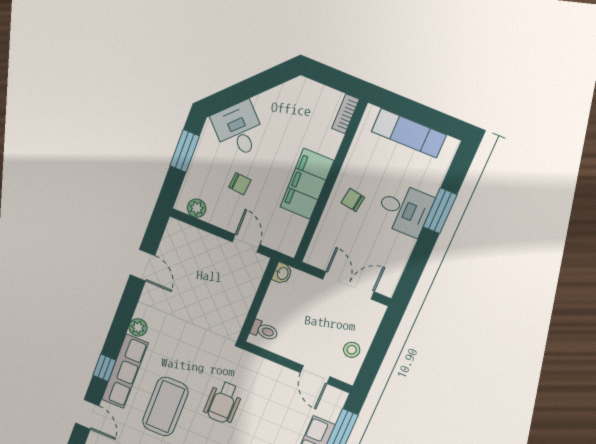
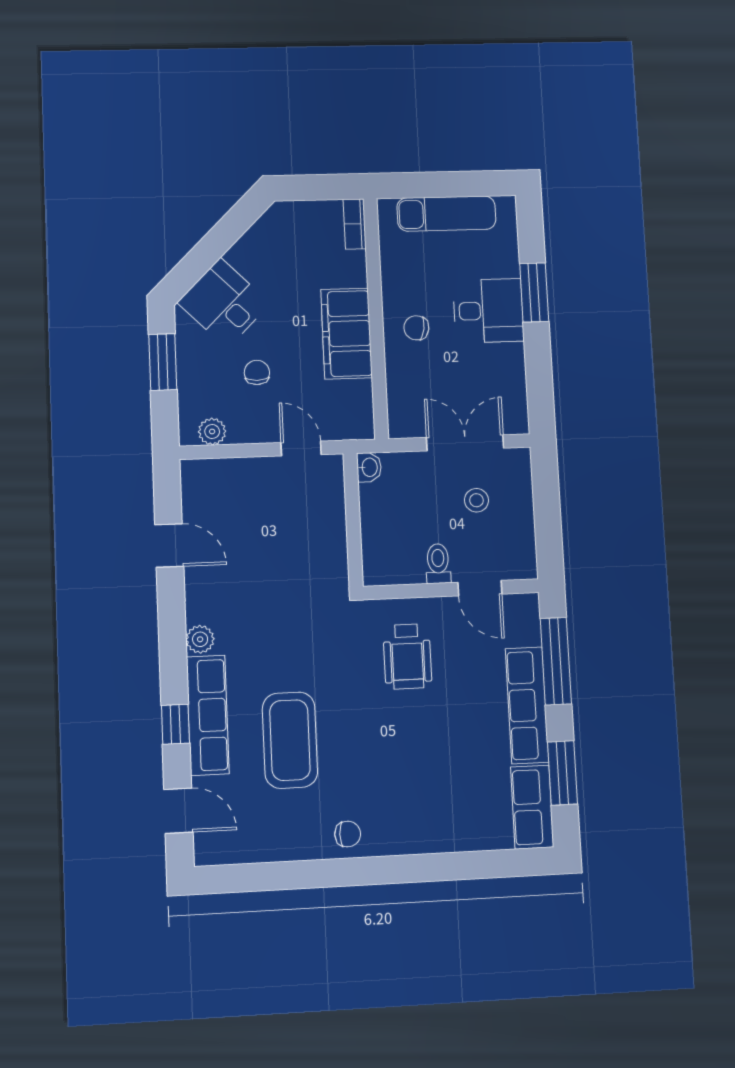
chair: (240, 184) -> (257, 372), turned -95
toilet: (264, 331) -> (438, 564), moved, turned -90
stool: (352, 350) -> (476, 500), moved
wheelchair: (223, 402) -> (407, 656), moved

